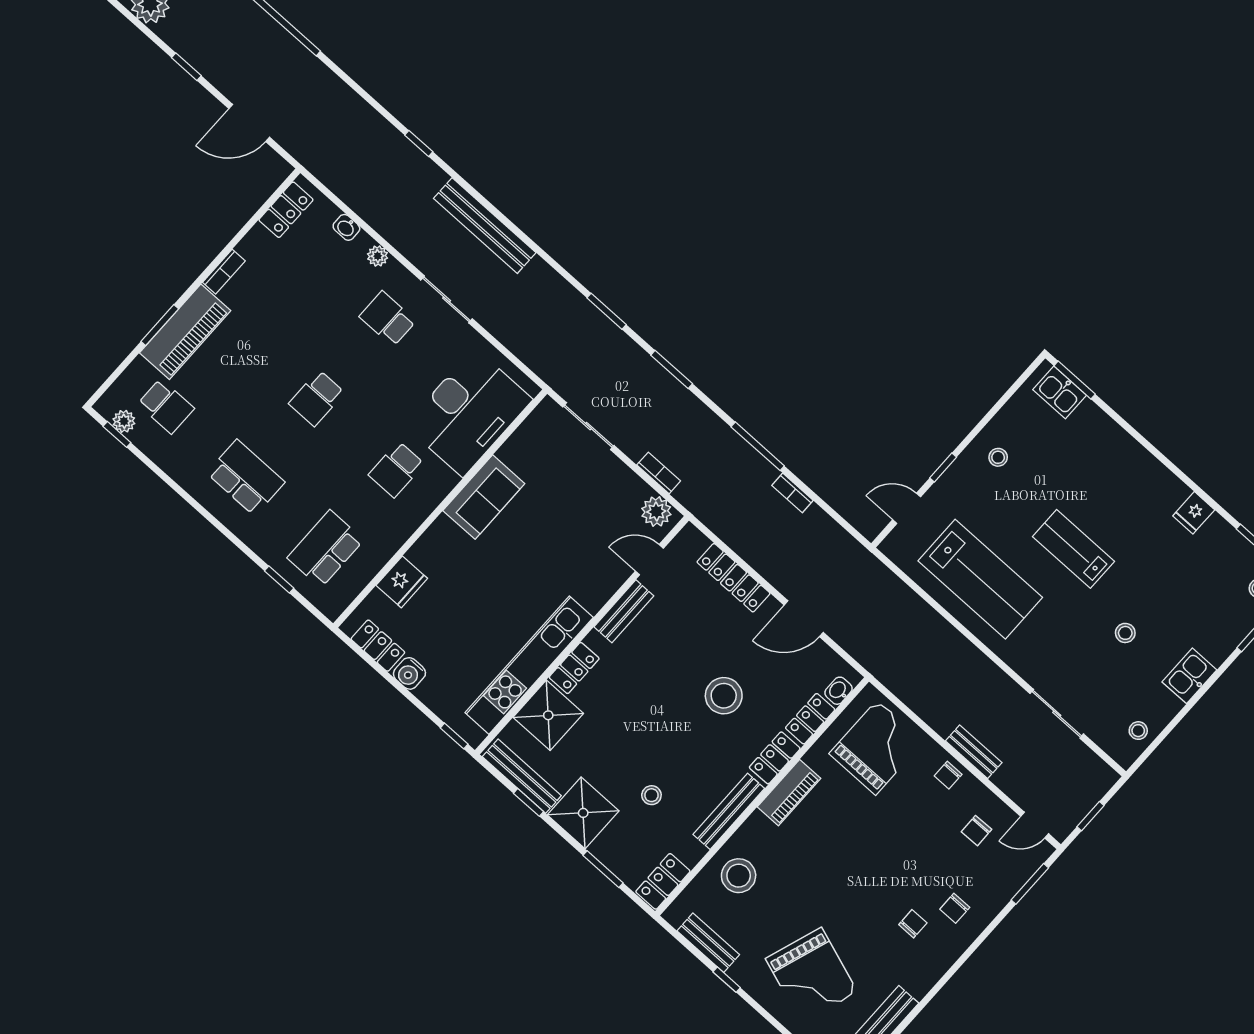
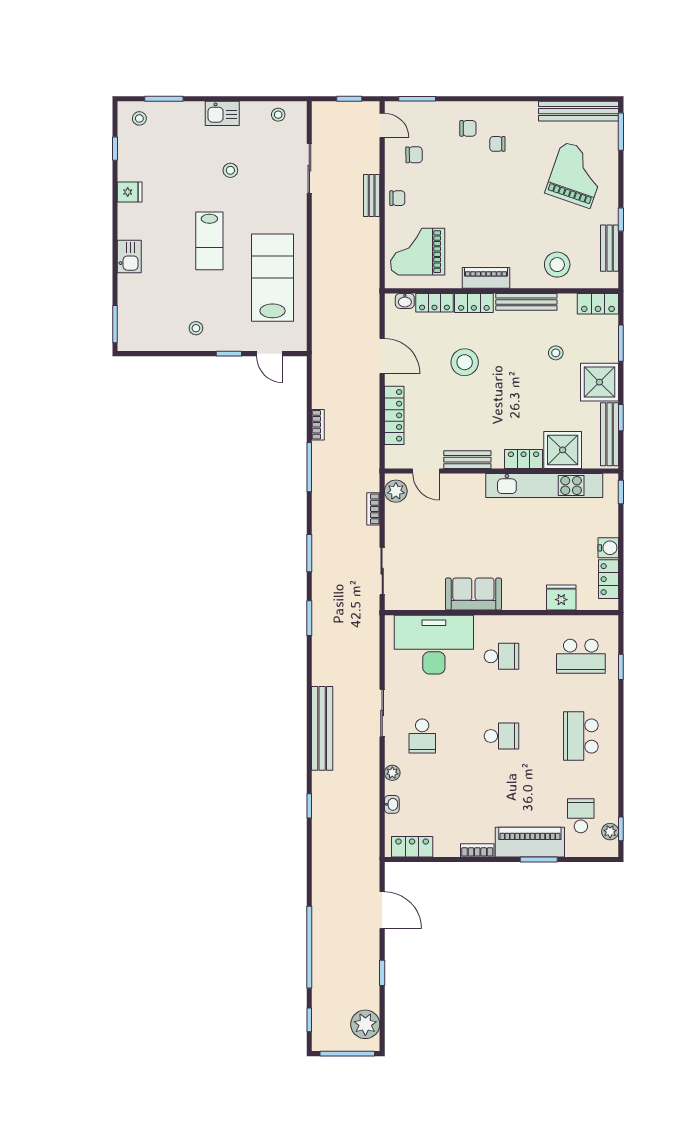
kitchen sink: (1060, 392) -> (129, 257), moved

